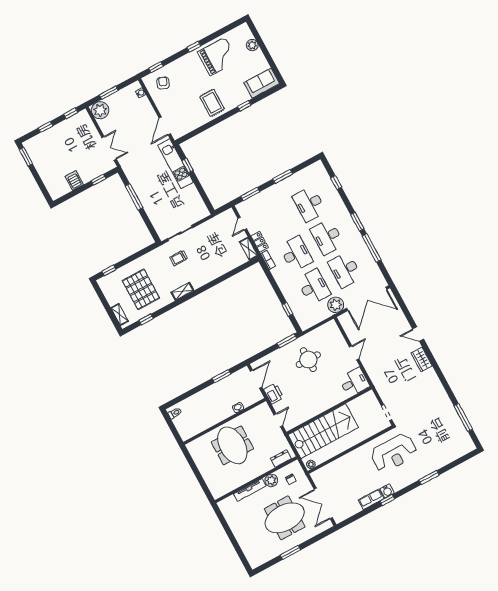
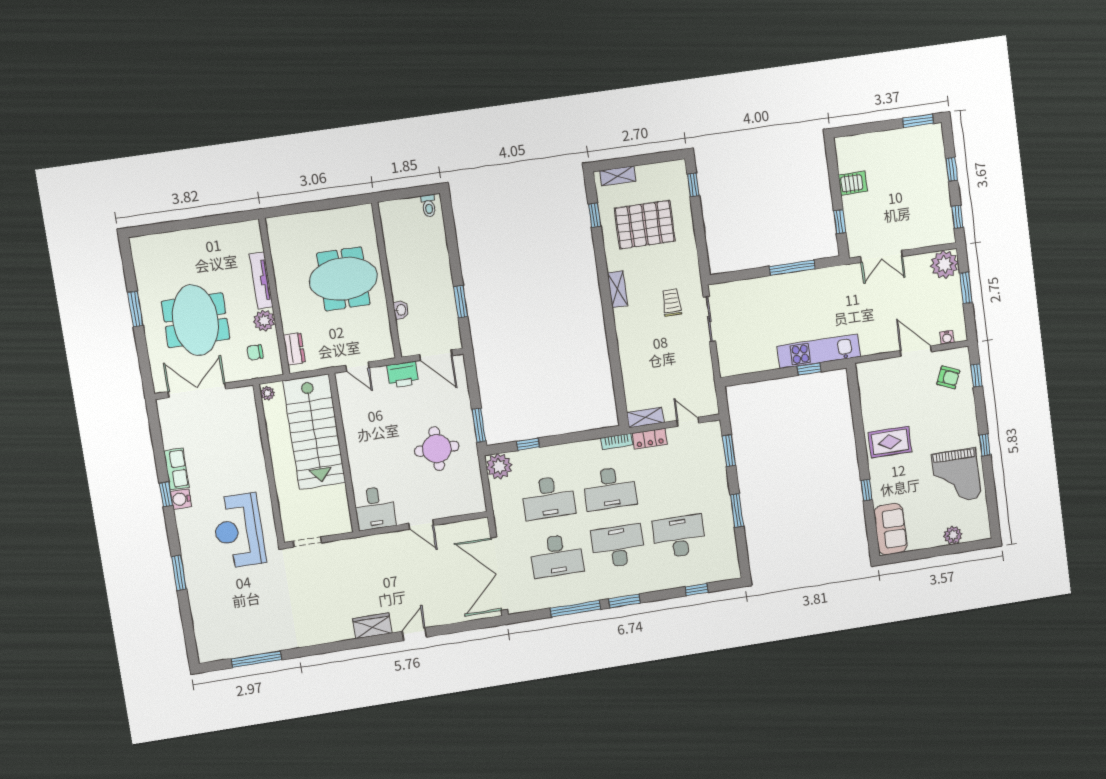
door: (165, 126) -> (916, 351), moved
desk: (345, 270) -> (557, 556), turned 180
plant: (336, 305) -> (499, 466), moved

